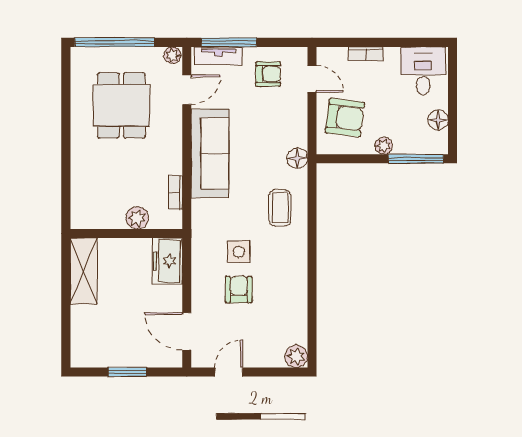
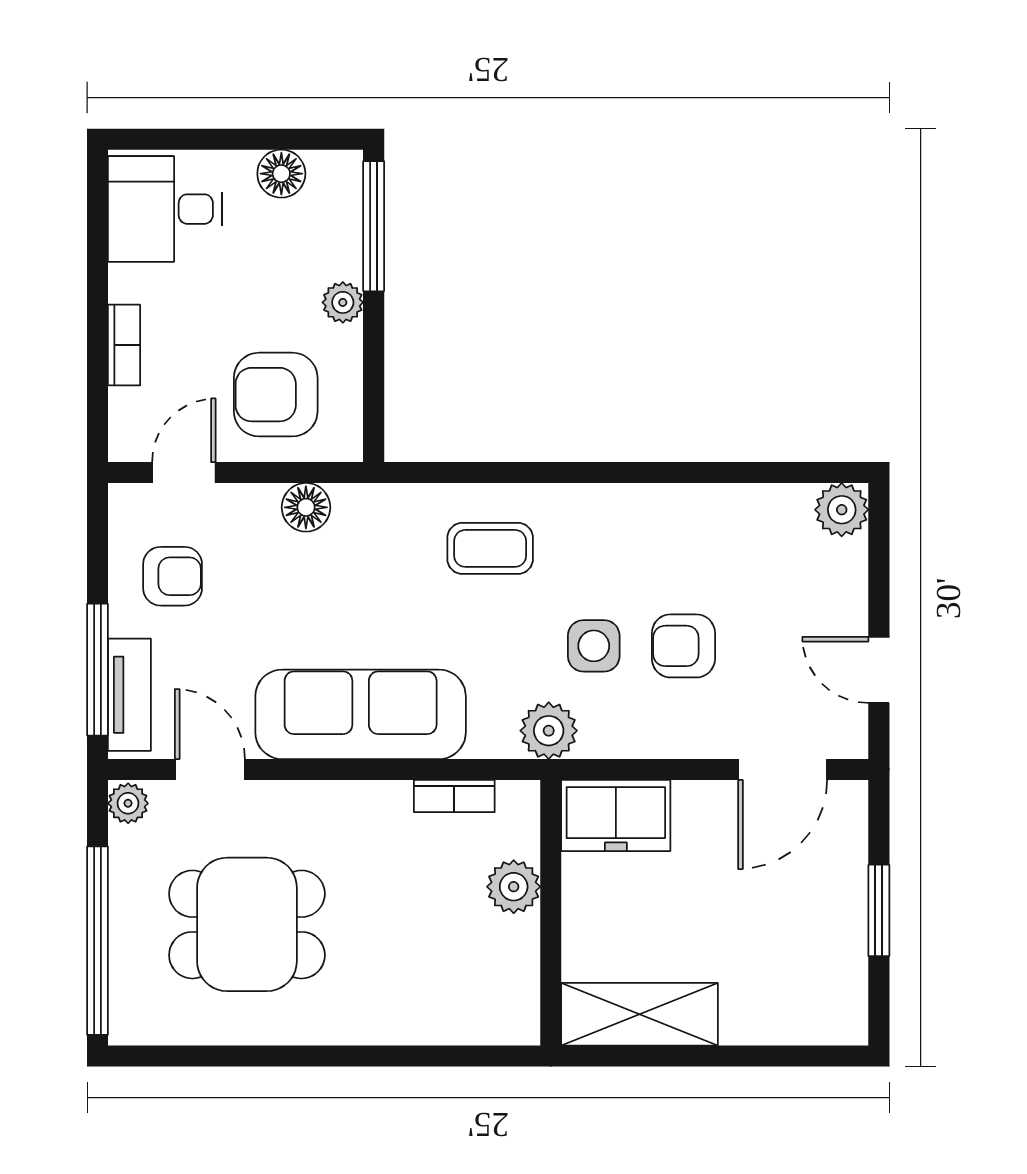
armchair: (268, 74) -> (173, 576), turned 90
armchair: (345, 118) -> (276, 395), turned -97
floor lamp: (297, 158) -> (306, 507), moved
plant: (203, 233) -> (549, 731), added

